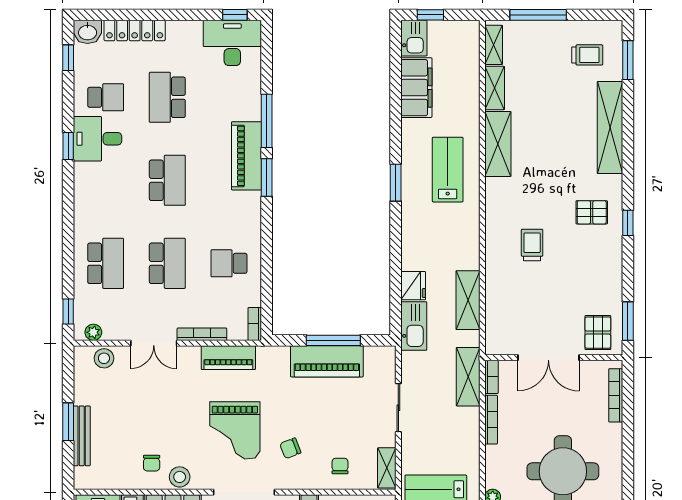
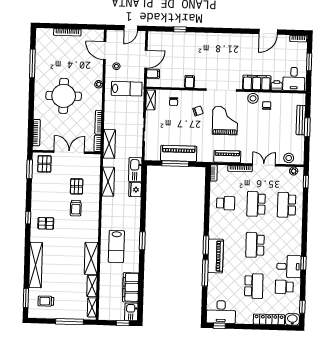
pallet: (532, 289) -> (77, 186), added

